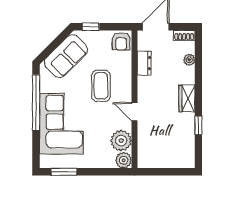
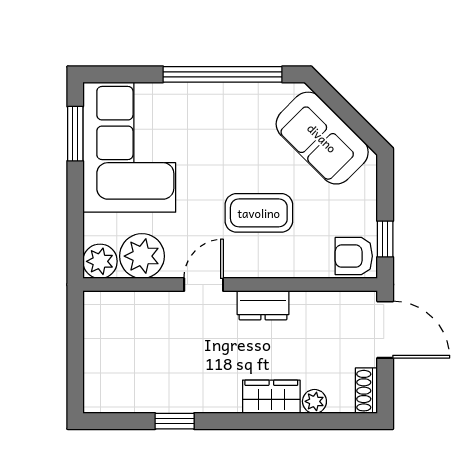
window: (91, 27) -> (385, 239), moved
dresser: (144, 63) -> (263, 305), moved
wardrobe: (187, 98) -> (271, 397), moved
corner sofa: (61, 124) -> (129, 147), moved, turned -90

